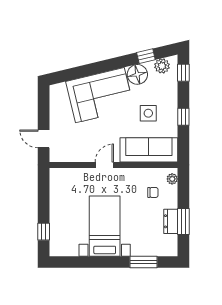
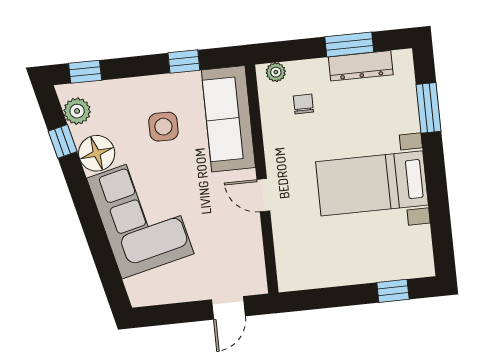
window: (183, 117) -> (184, 62), moved
dresser: (171, 221) -> (361, 66), width x1.44

